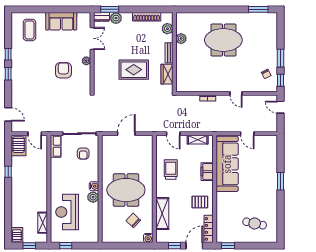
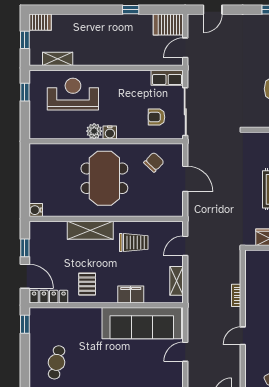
shelving: (162, 214) -> (90, 230), moved
chair: (133, 220) -> (154, 162), moved

